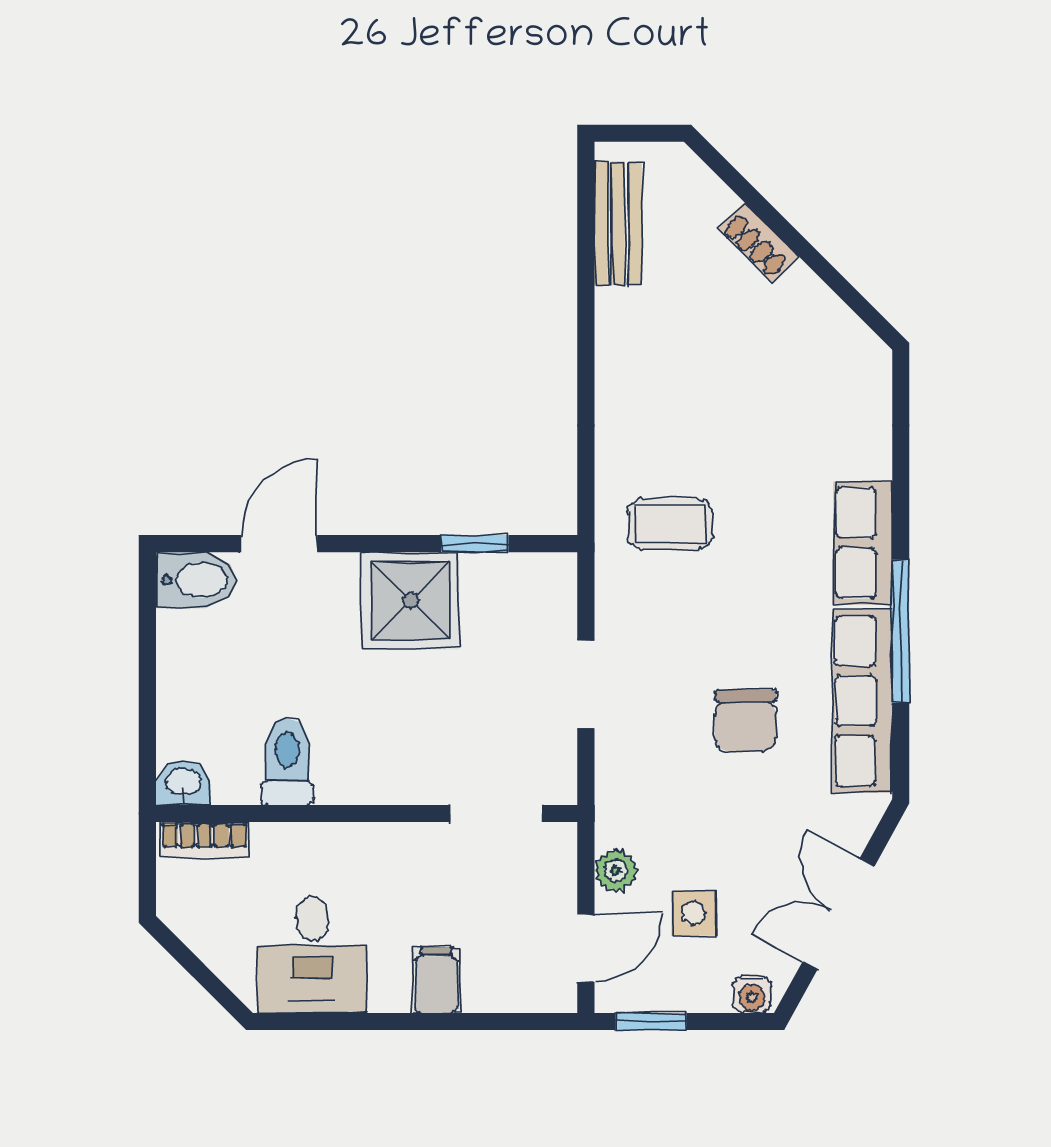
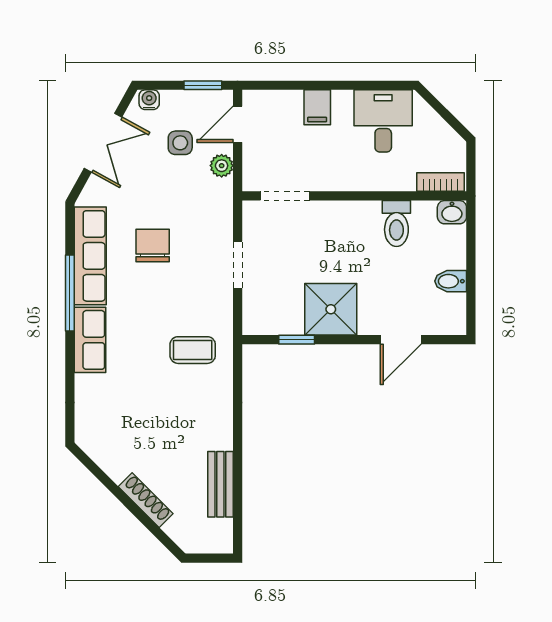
bench: (618, 223) -> (220, 484), moved
shoe rack: (759, 242) -> (146, 500), width x1.43
bidet: (196, 580) -> (451, 281), moved, width x0.72, depth x0.74

